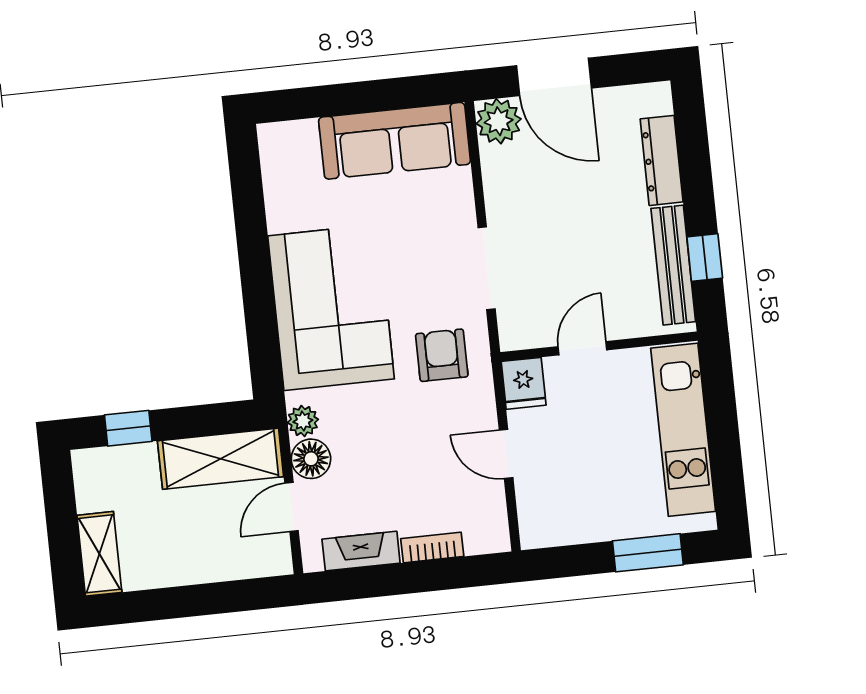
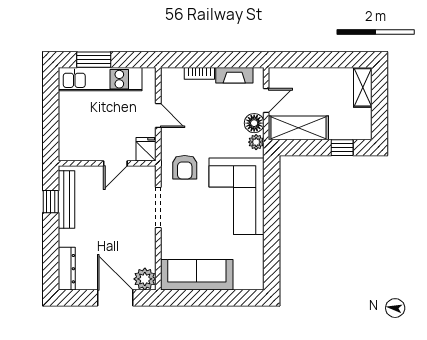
dresser: (662, 160) -> (67, 269), moved
kitchen unit: (683, 430) -> (100, 79), moved, turned 90

